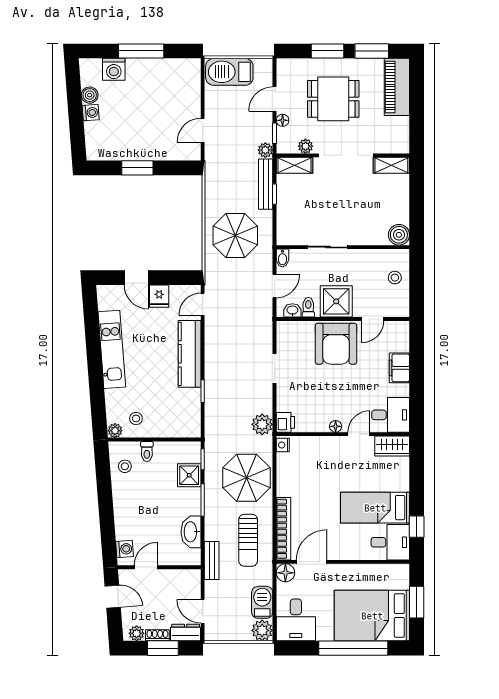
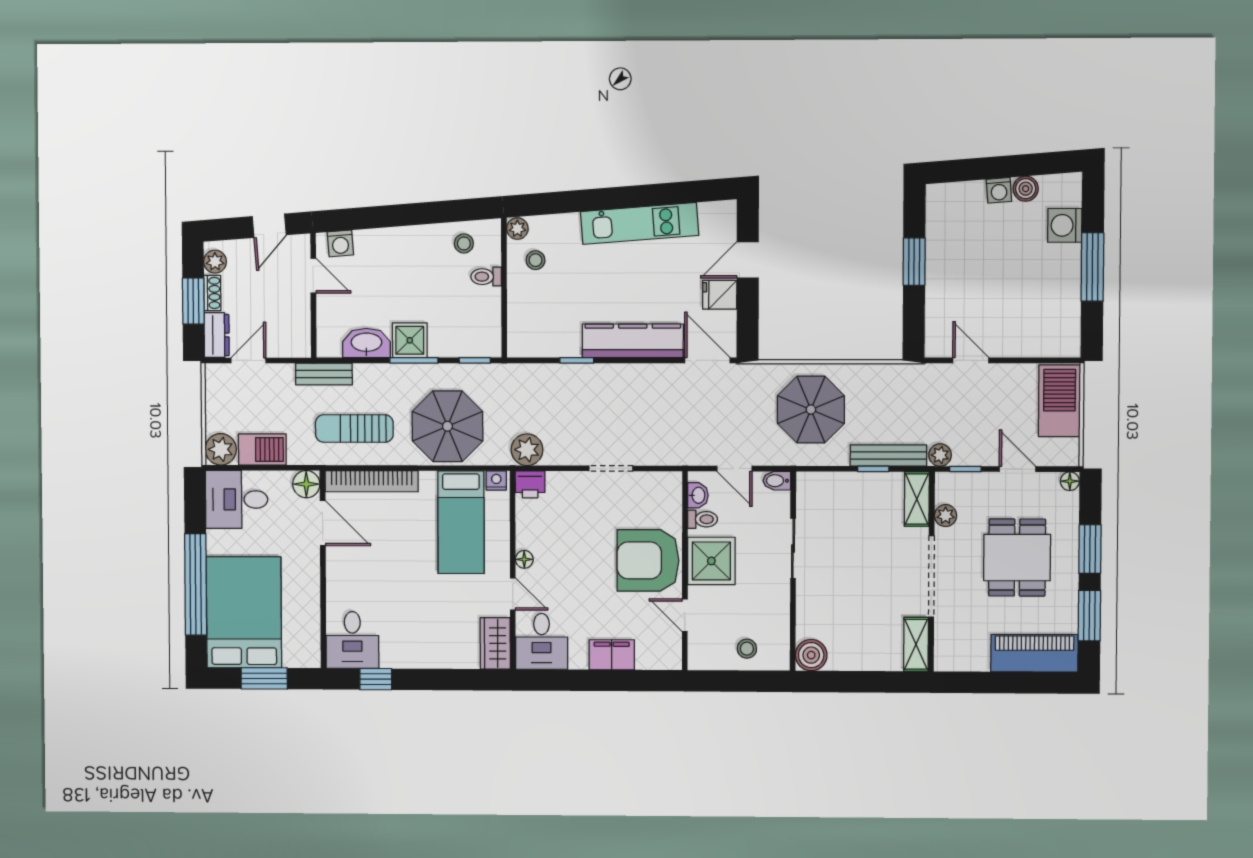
floor lamp: (283, 120) -> (1070, 481), moved
door: (203, 304) -> (707, 360), width x1.38
shower: (189, 475) -> (410, 340), moved
bed: (375, 508) -> (461, 522), moved, turned 180

